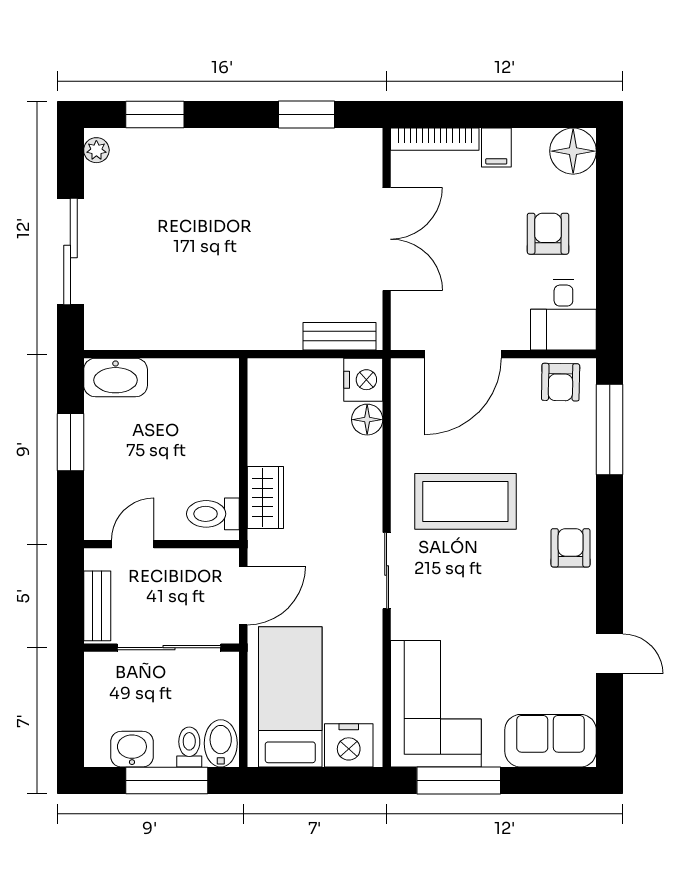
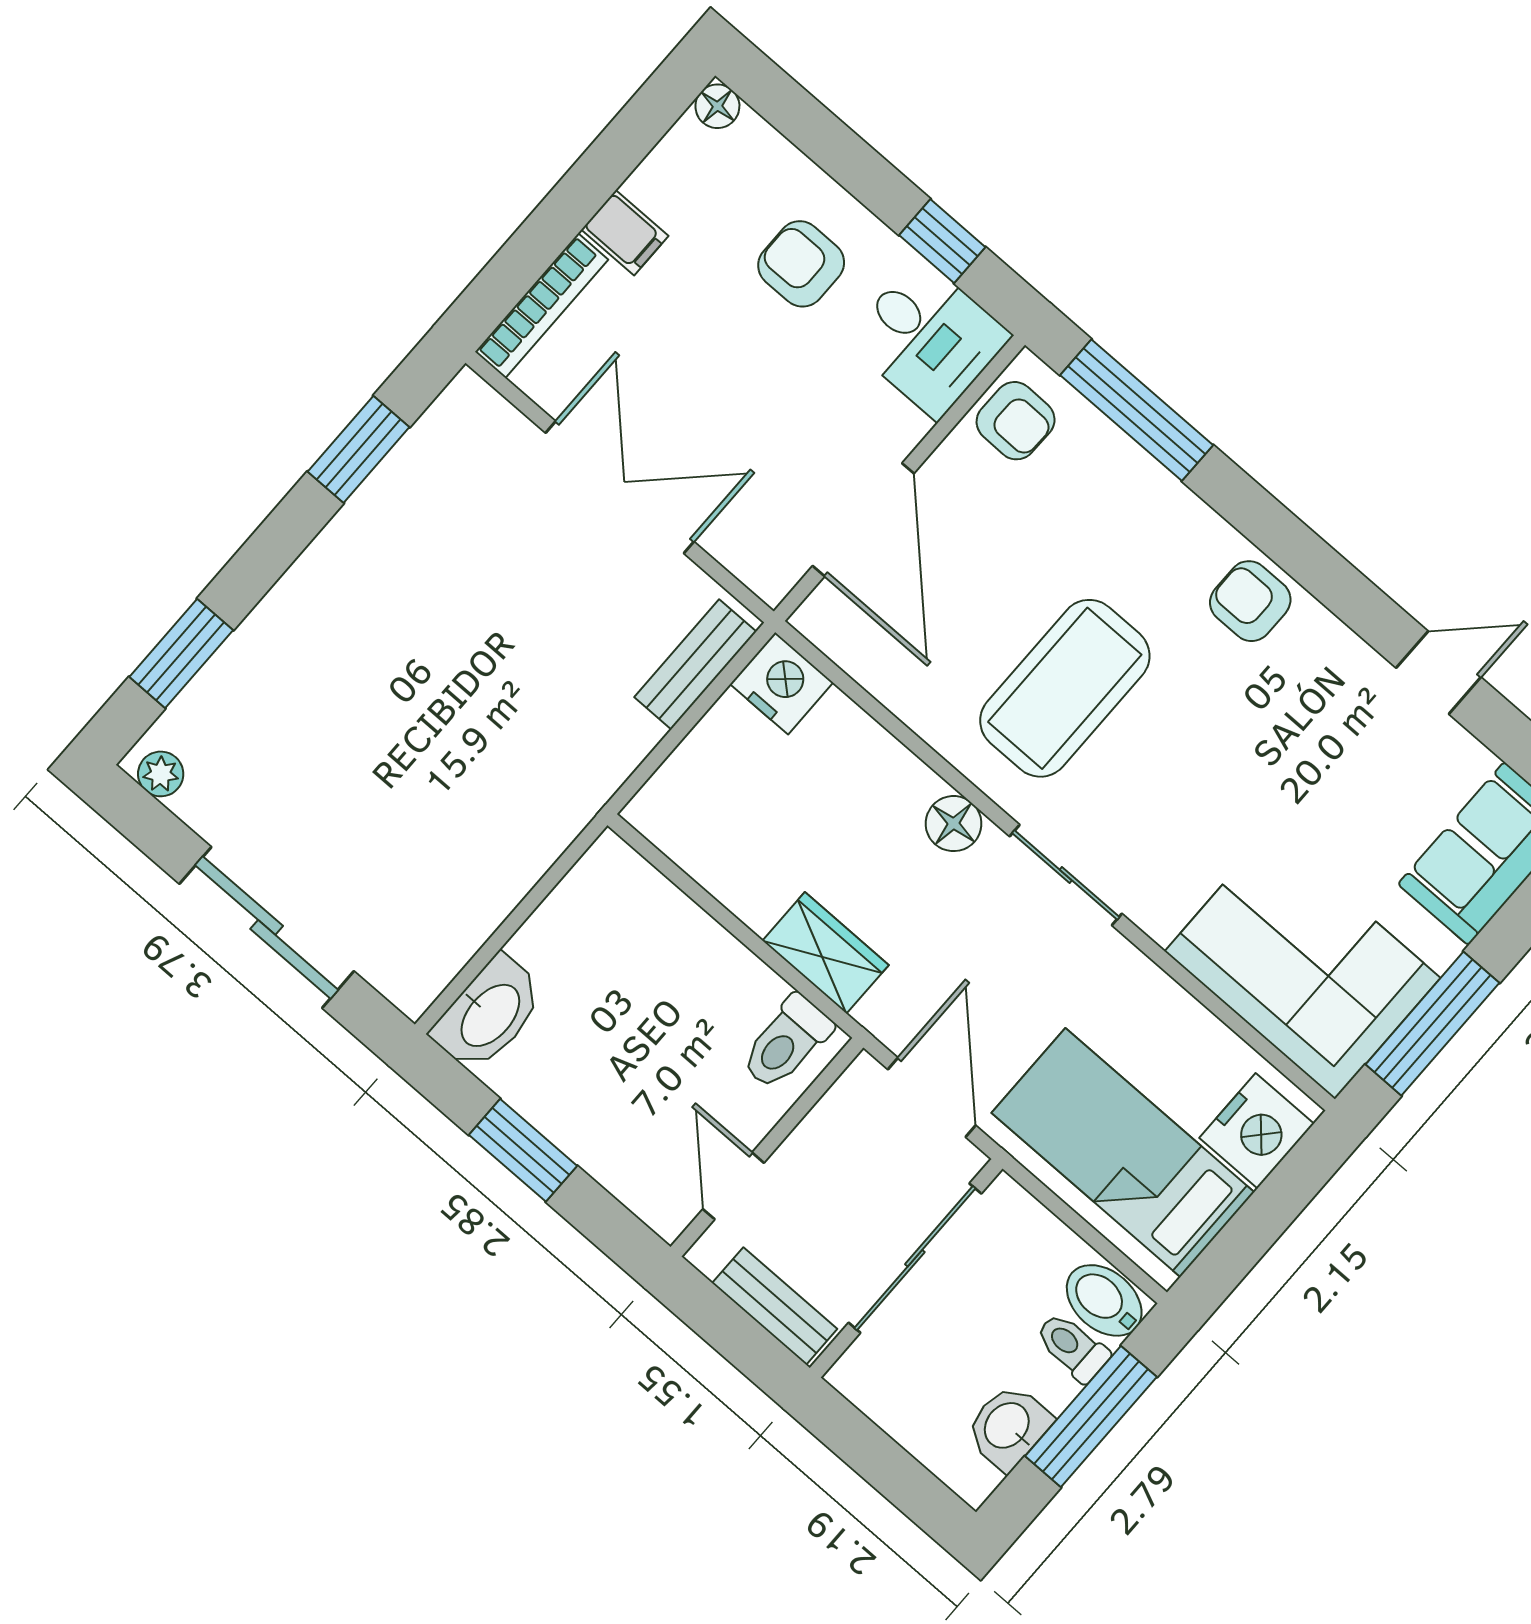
floor lamp: (573, 151) -> (717, 106), width x0.53, depth x0.53
window: (610, 285) -> (942, 241), added
floor lamp: (367, 420) -> (954, 824), moved

